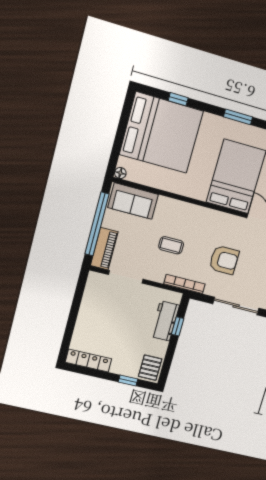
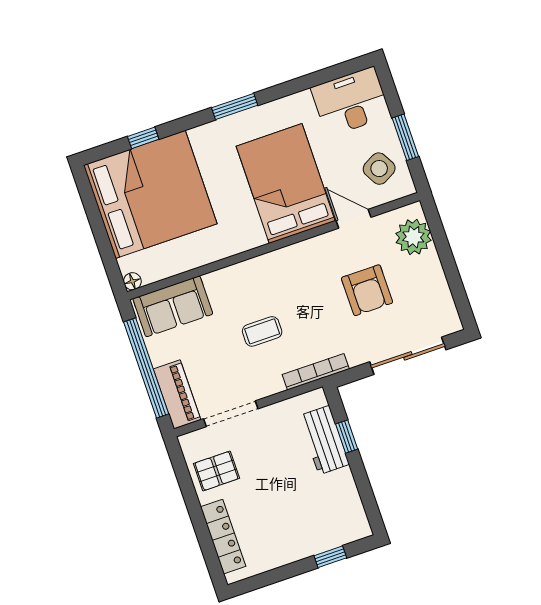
armchair: (224, 260) -> (367, 290), moved, turned 90
locker: (88, 361) -> (223, 537), moved, turned 90
pallet: (150, 368) -> (216, 471), moved, turned 90

